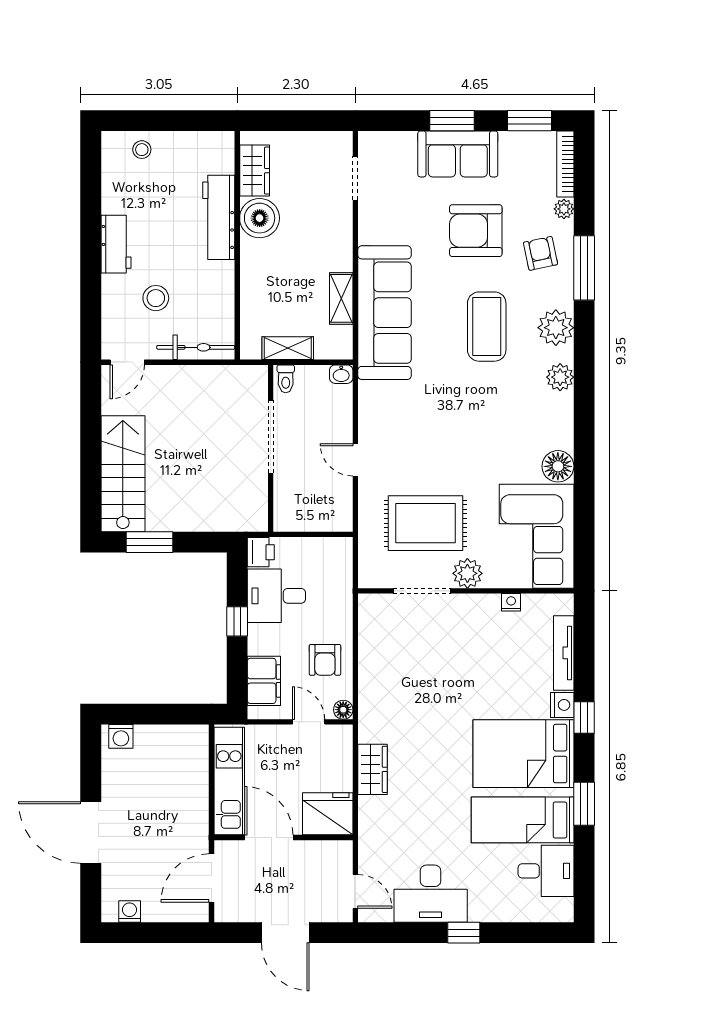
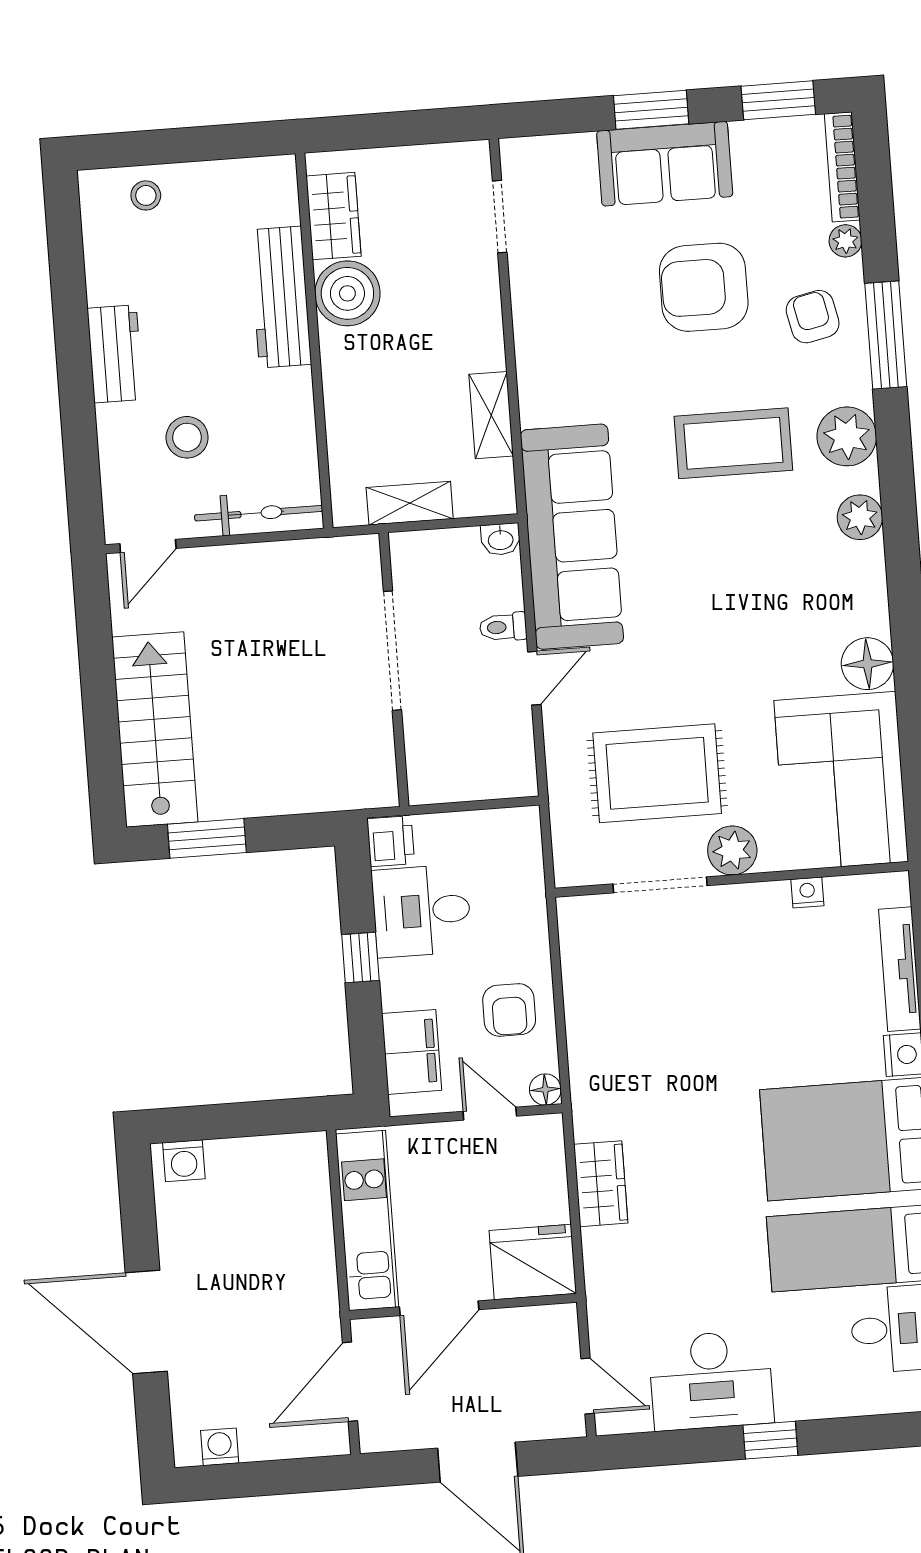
sofa: (385, 313) -> (572, 537), moved
coffee table: (487, 327) -> (733, 443), turned 90
toilet: (286, 379) -> (503, 627), moved, turned 90
door: (355, 460) -> (534, 678), swing flipped
door: (269, 838) -> (439, 1308), swing flipped

